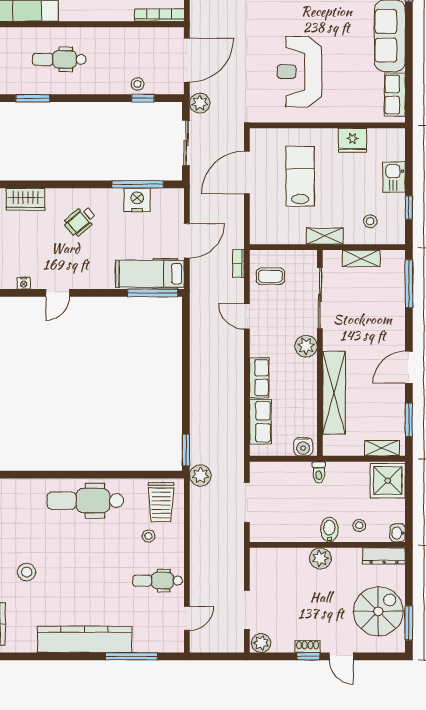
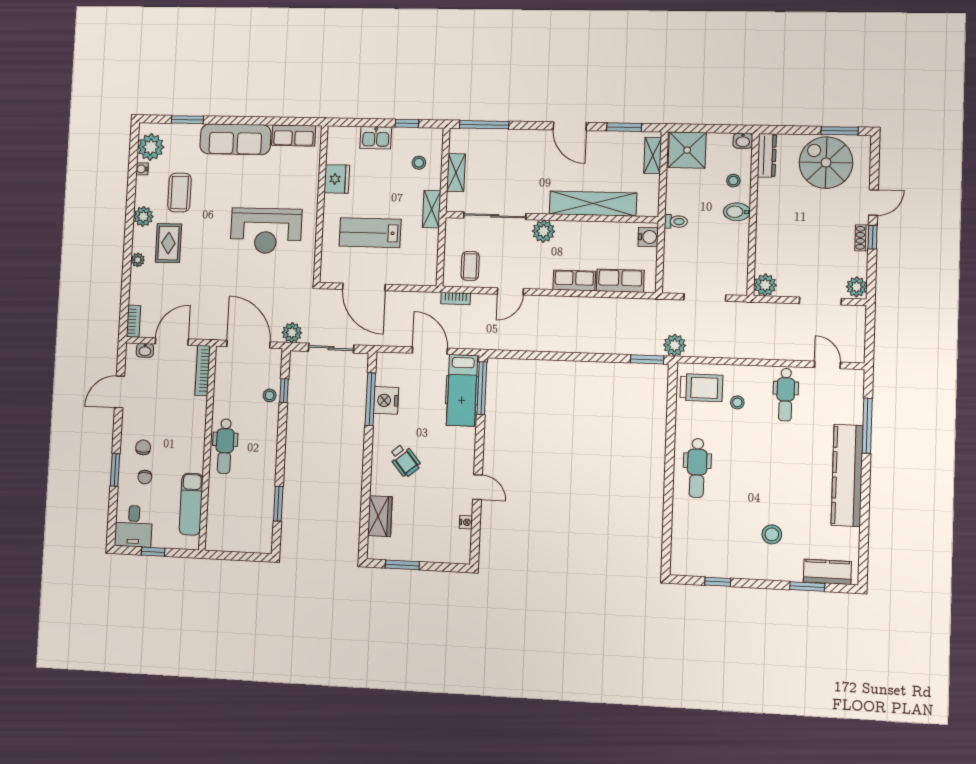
dental chair: (59, 59) -> (225, 446), moved
dental chair: (85, 501) -> (697, 468), width x0.73, depth x0.72
plant: (320, 558) -> (765, 285), moved

